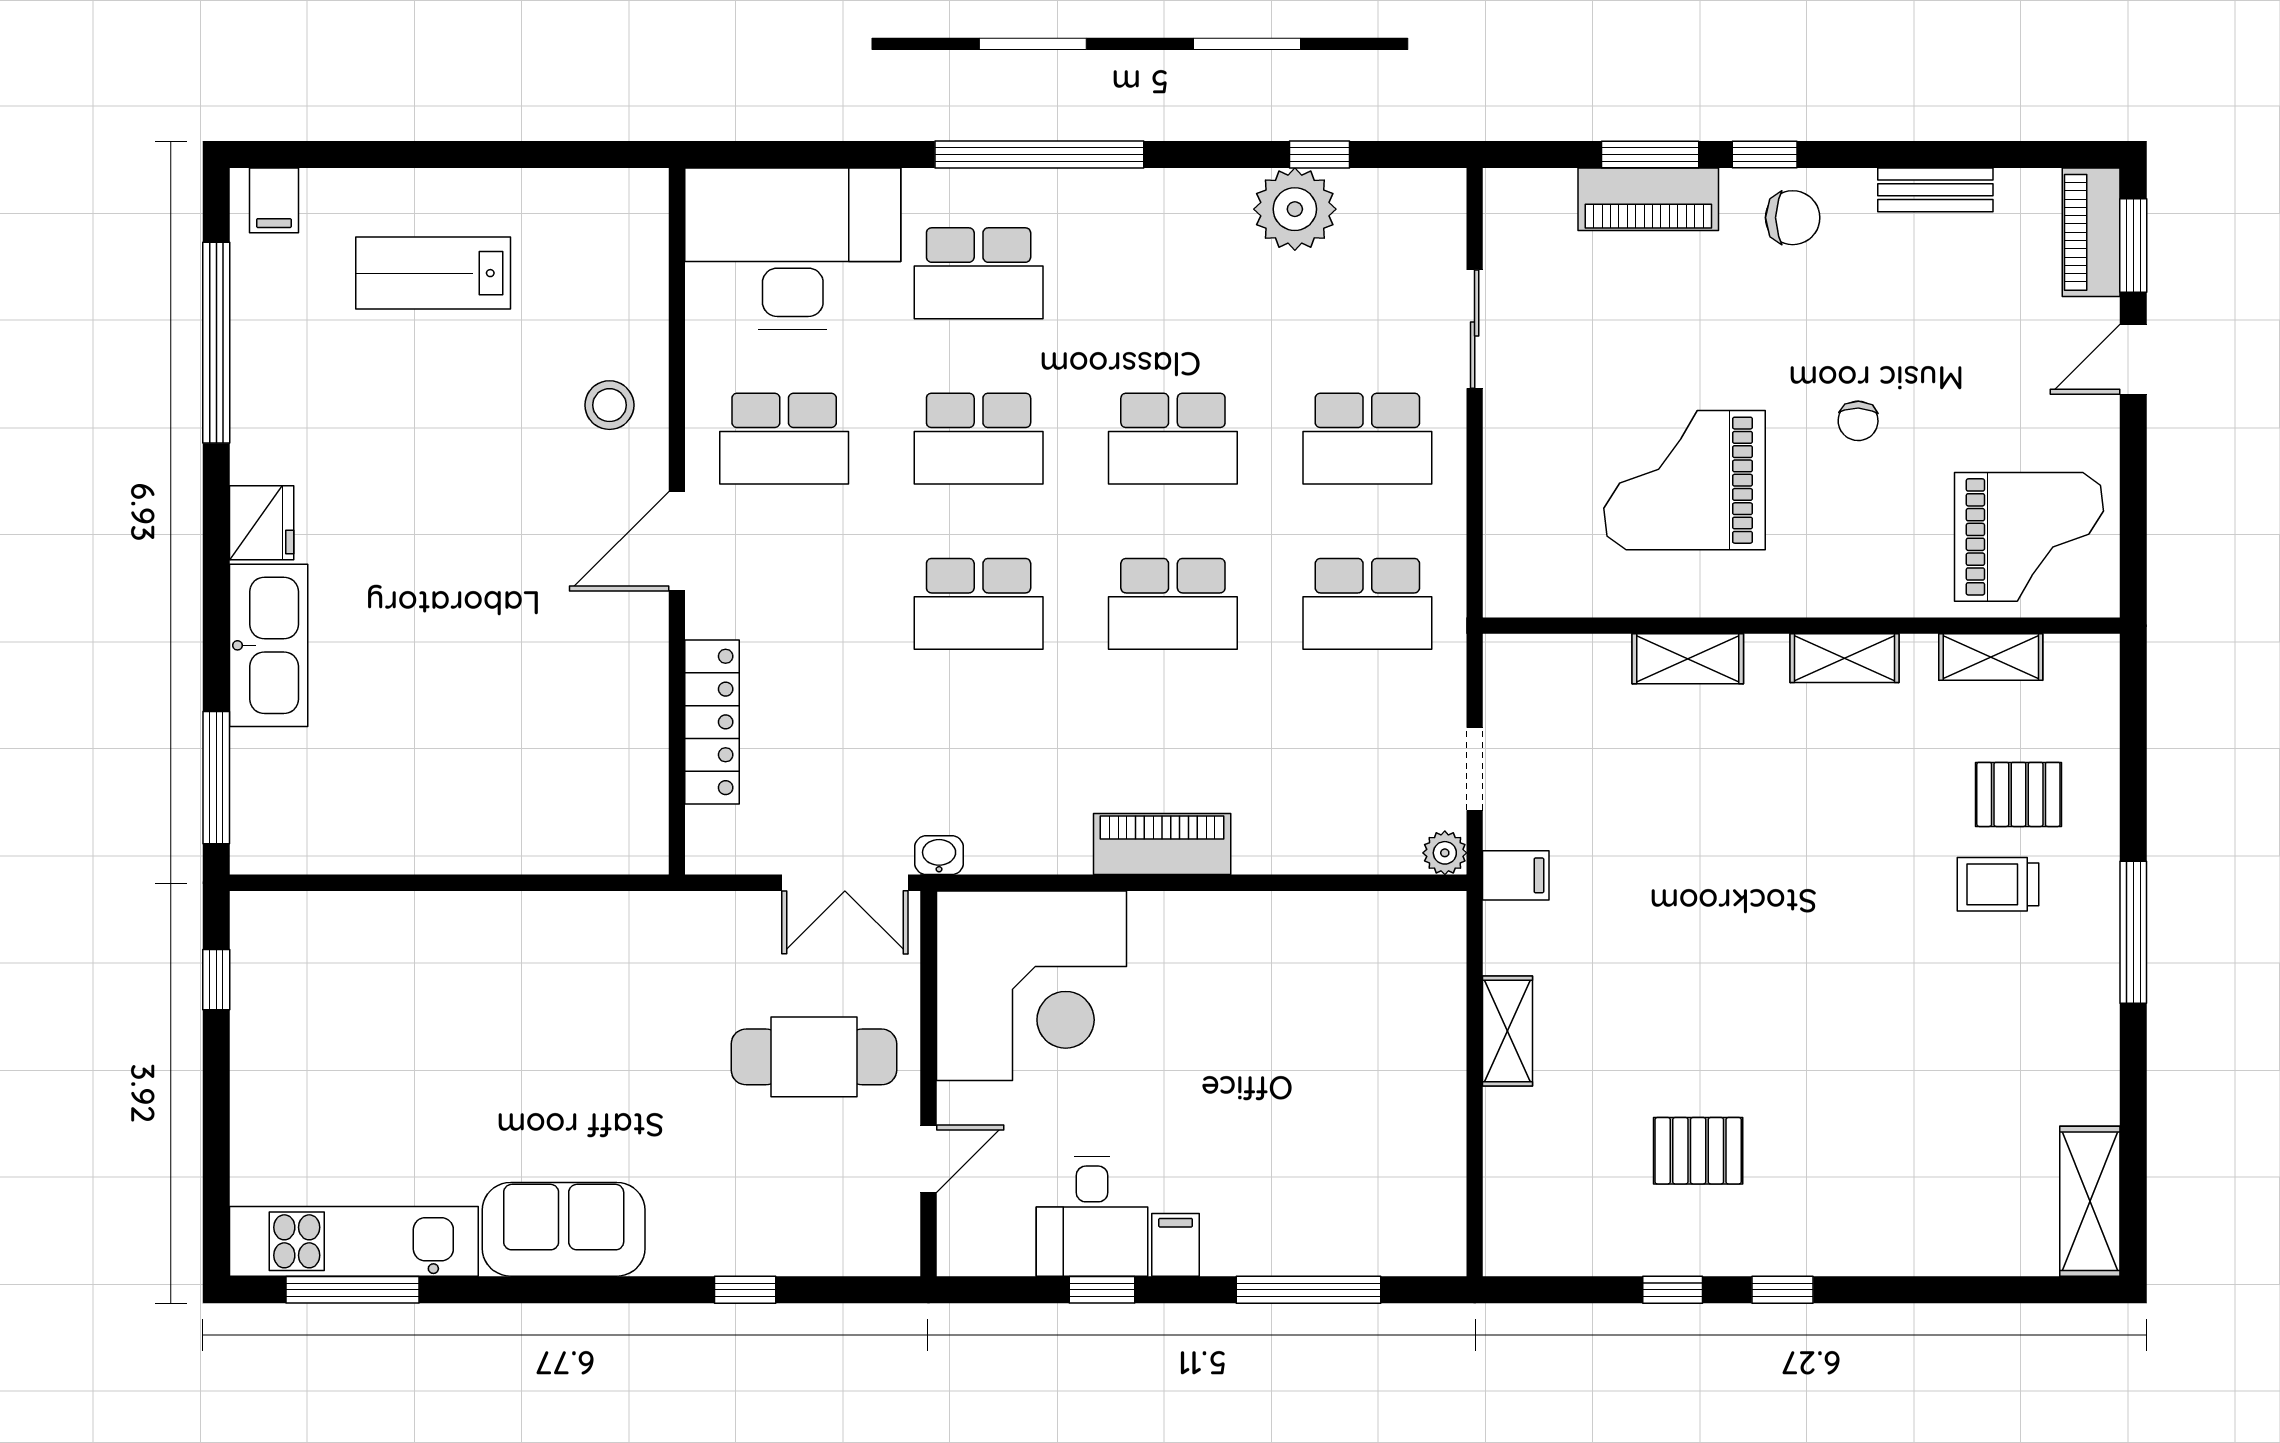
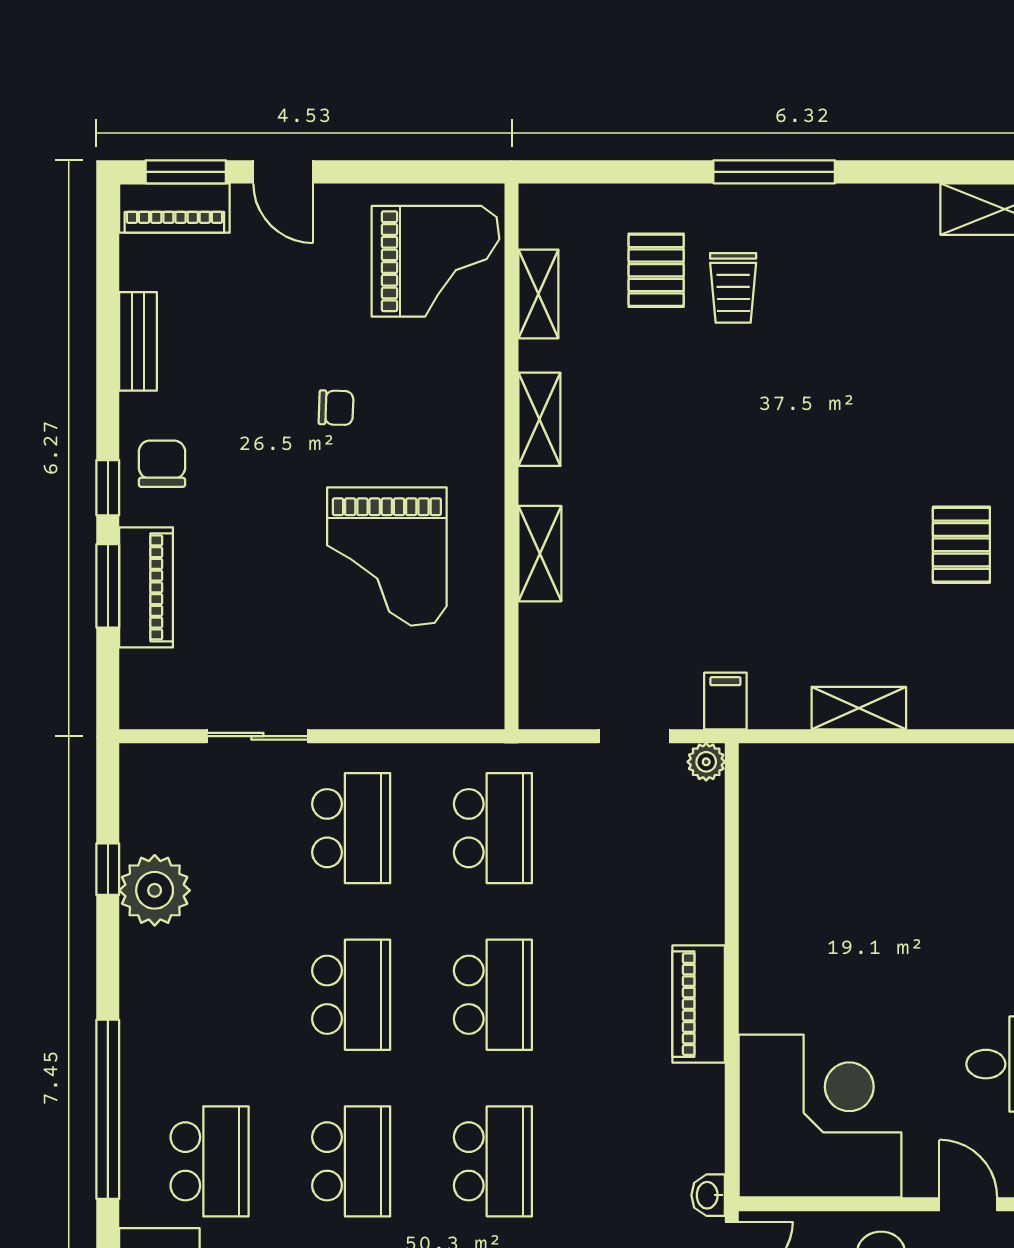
grand piano: (2029, 537) -> (435, 261), turned 90

